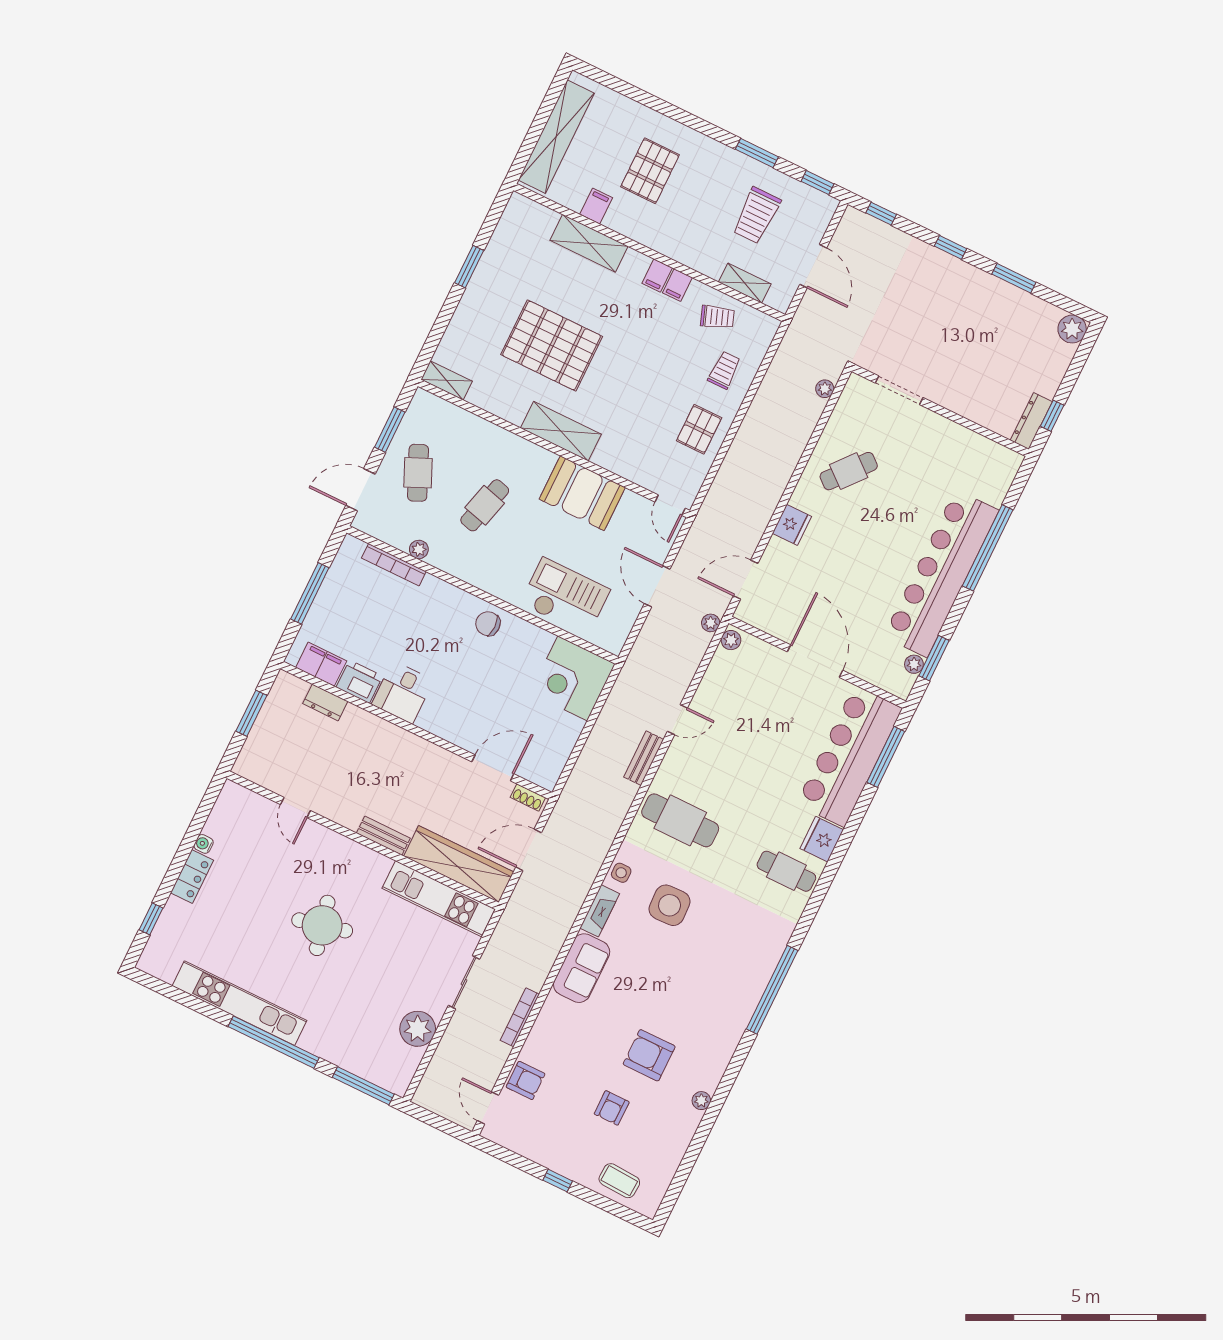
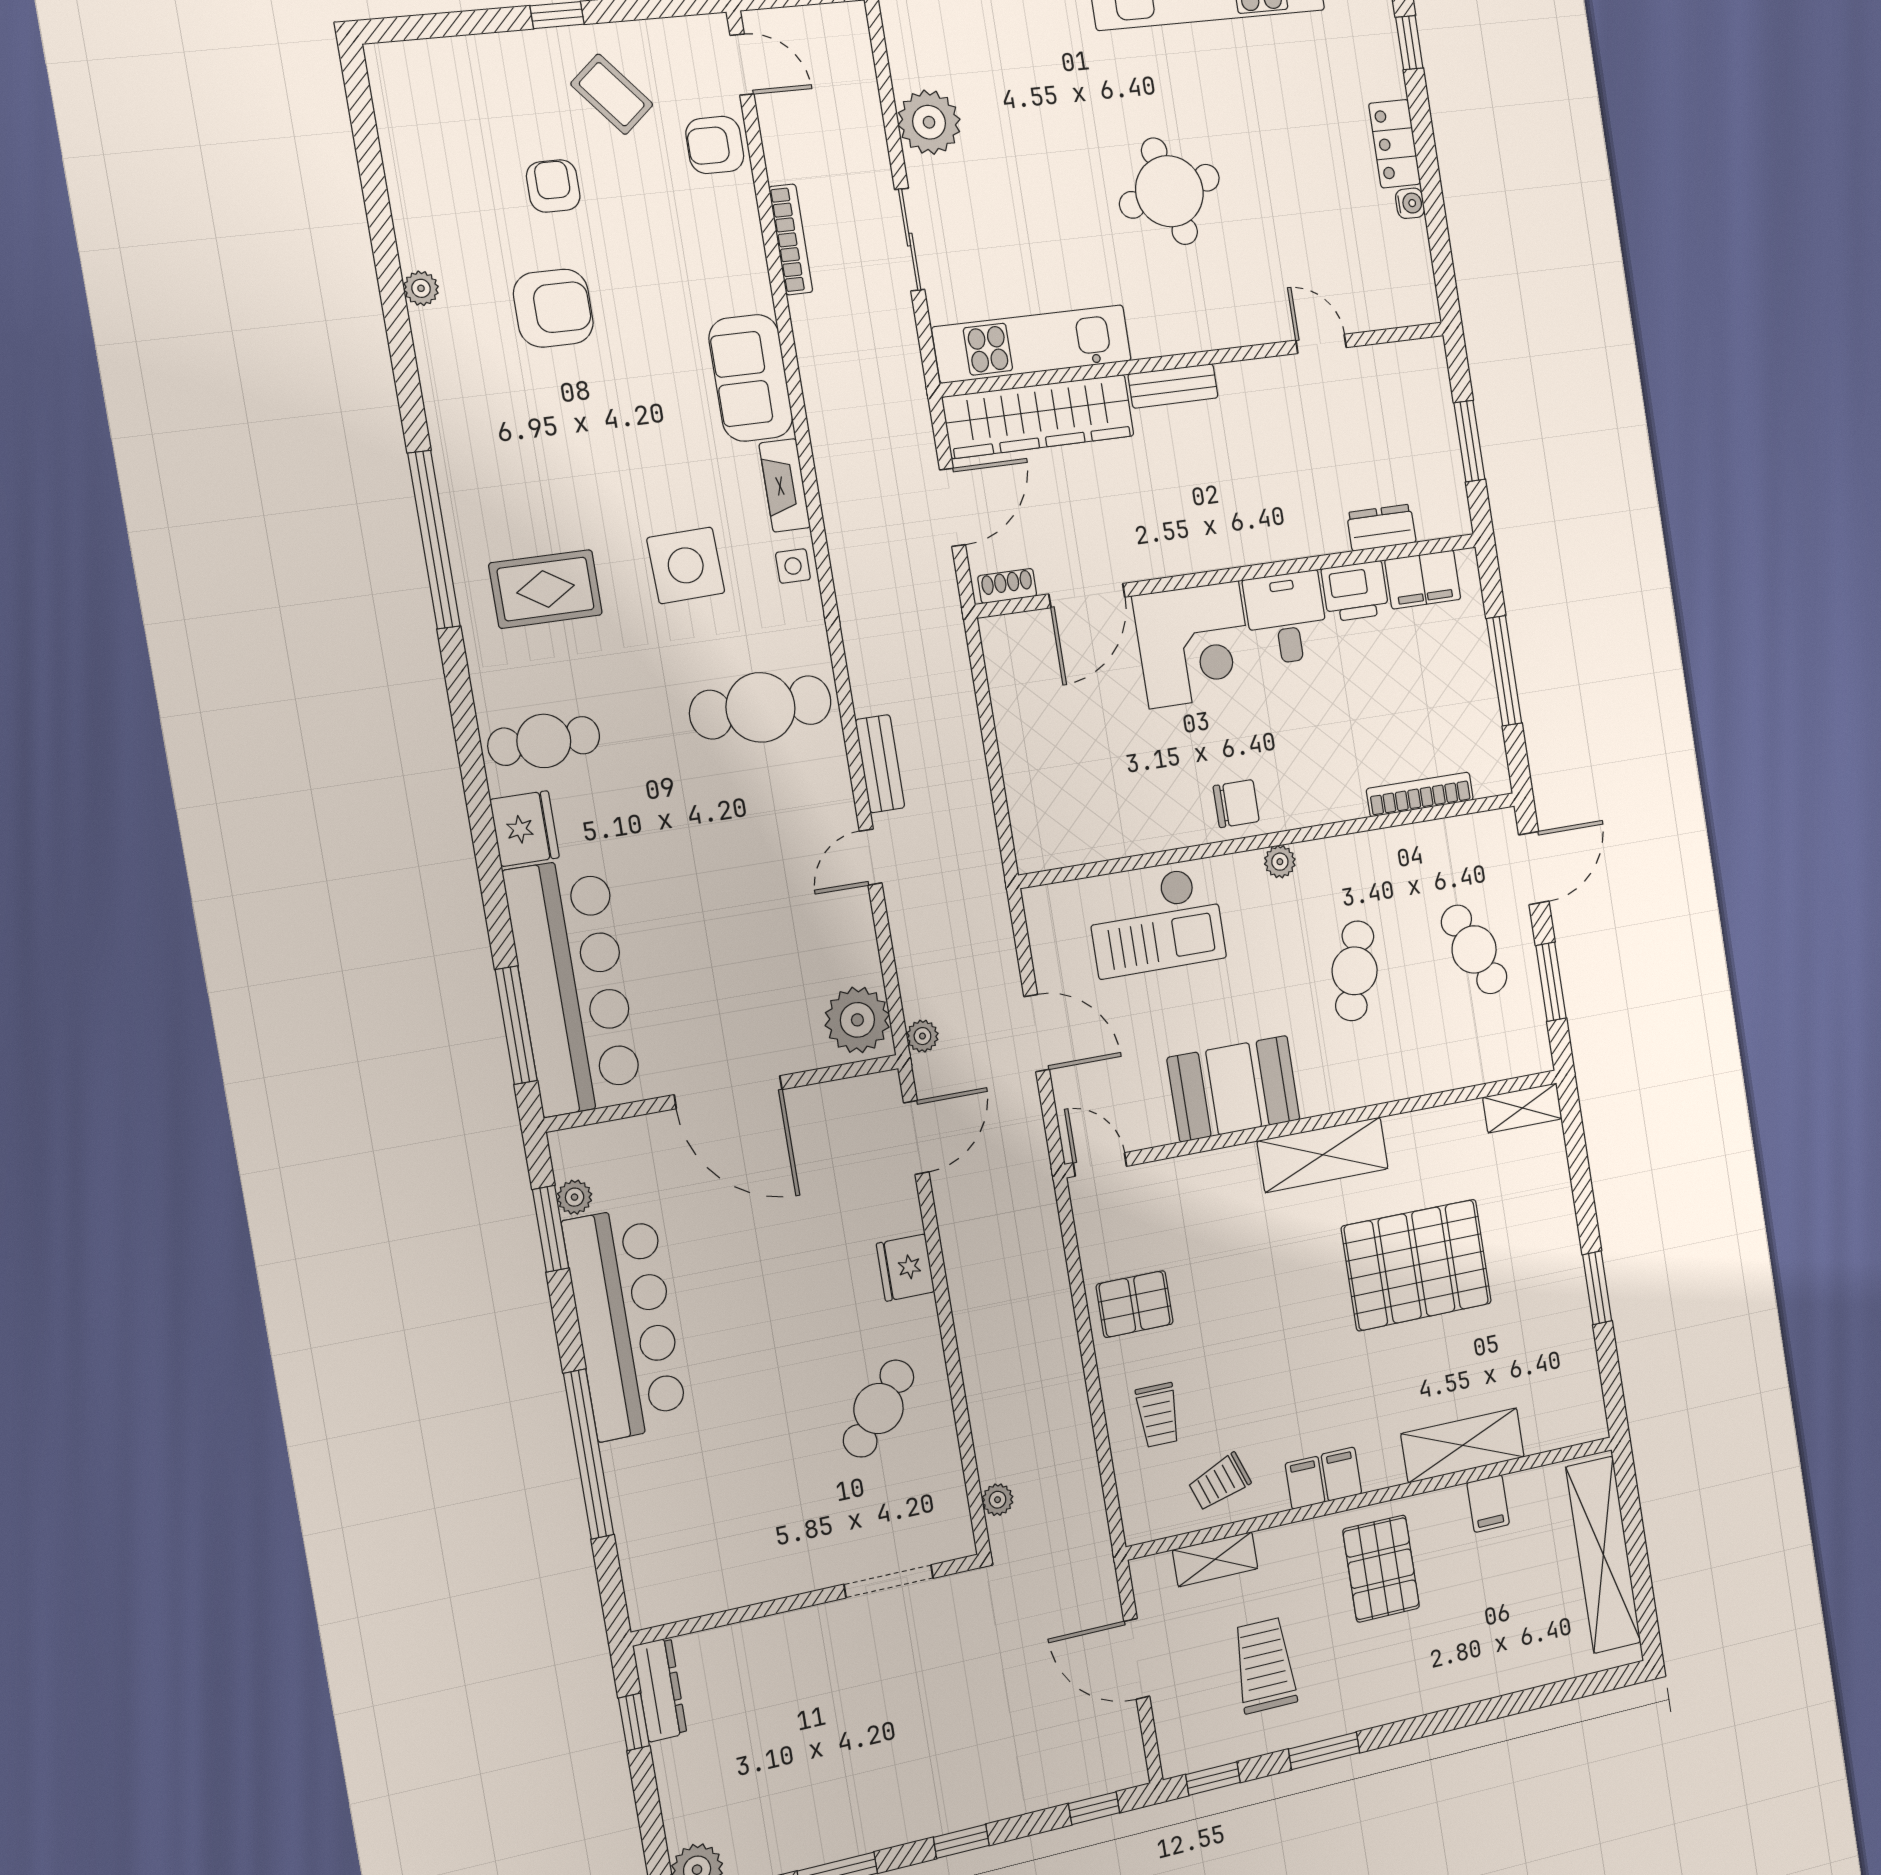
pallet: (650, 171) -> (1381, 1569), moved
pallet: (699, 429) -> (1135, 1304), turned 90
plant: (419, 549) -> (1280, 862), moved
bar counter: (941, 573) -> (625, 1323), width x0.73
plant: (731, 640) -> (857, 1020), width x1.88, depth x1.88
corner desk: (573, 678) -> (1194, 645), moved, turned 90
rug: (739, 936) -> (546, 589), added
coffee table: (619, 1181) -> (612, 94), moved, turned 47

